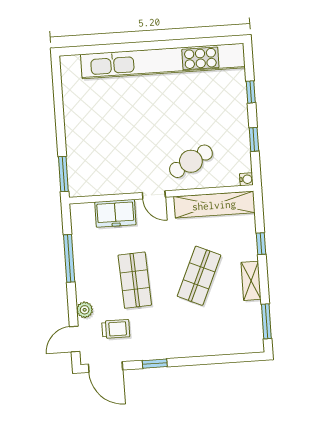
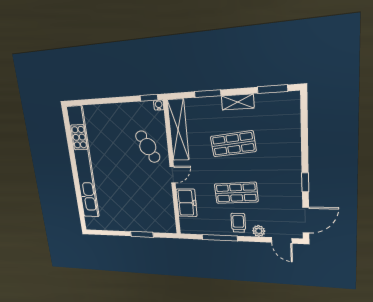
window: (251, 92) -> (98, 101), removed
window: (254, 139) -> (149, 98), moved
window: (63, 174) -> (142, 234), moved
window: (261, 244) -> (208, 94), width x1.50
shop shelf: (199, 276) -> (233, 144), turned -30
trolley: (116, 329) -> (238, 223), moved

